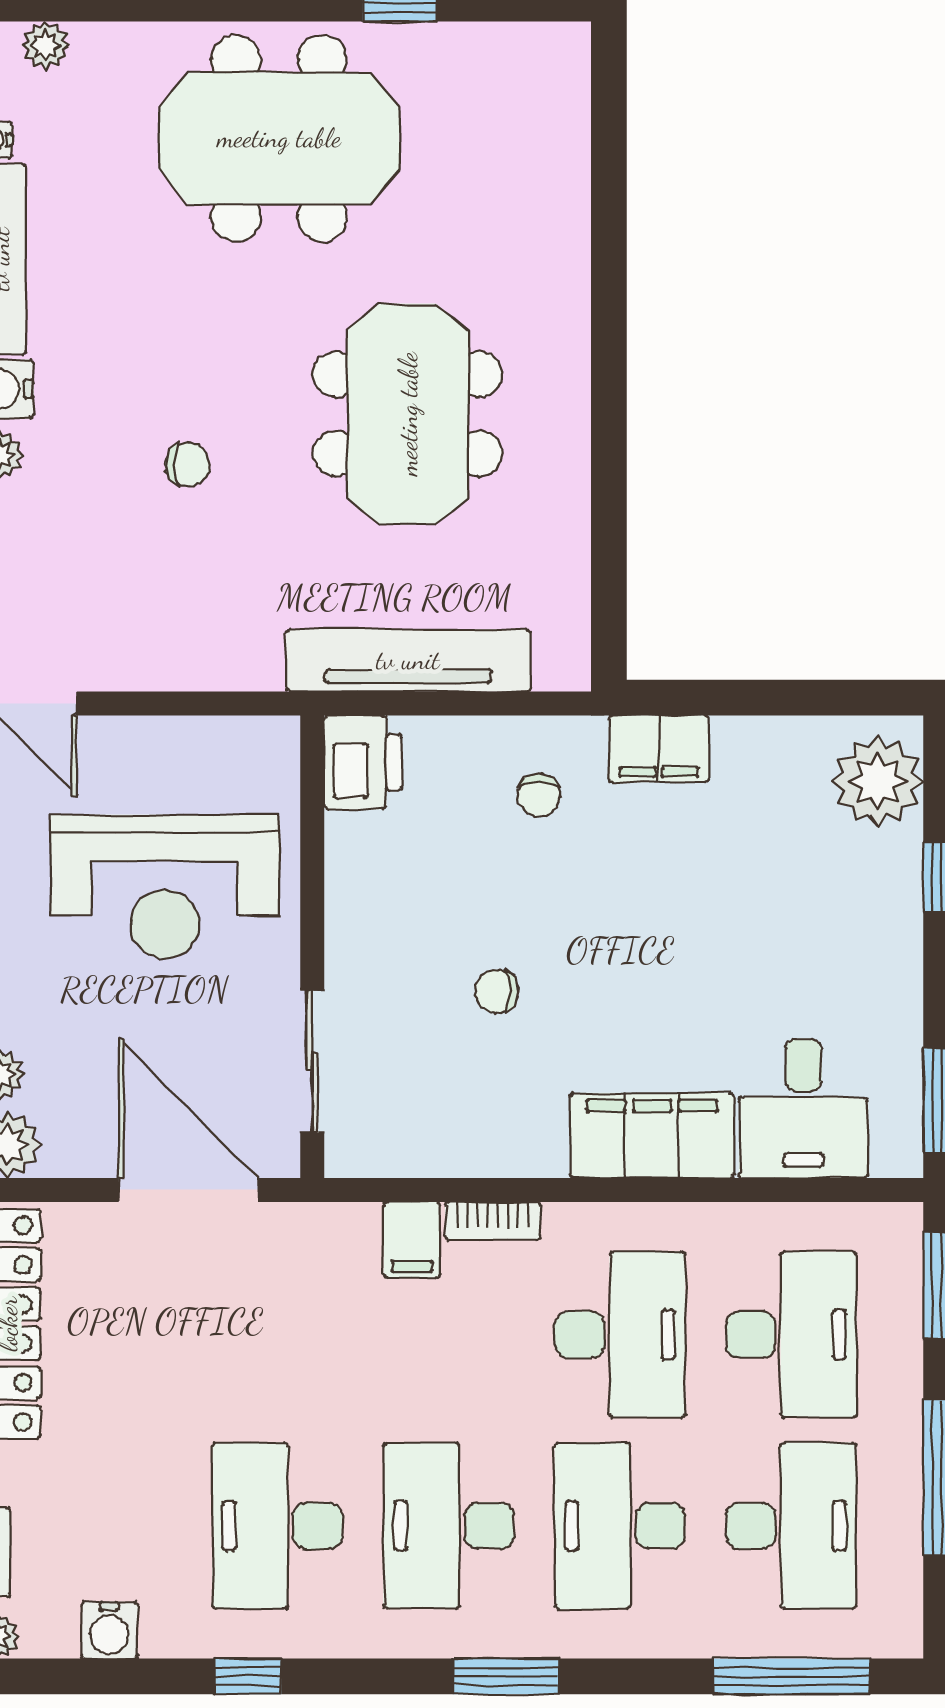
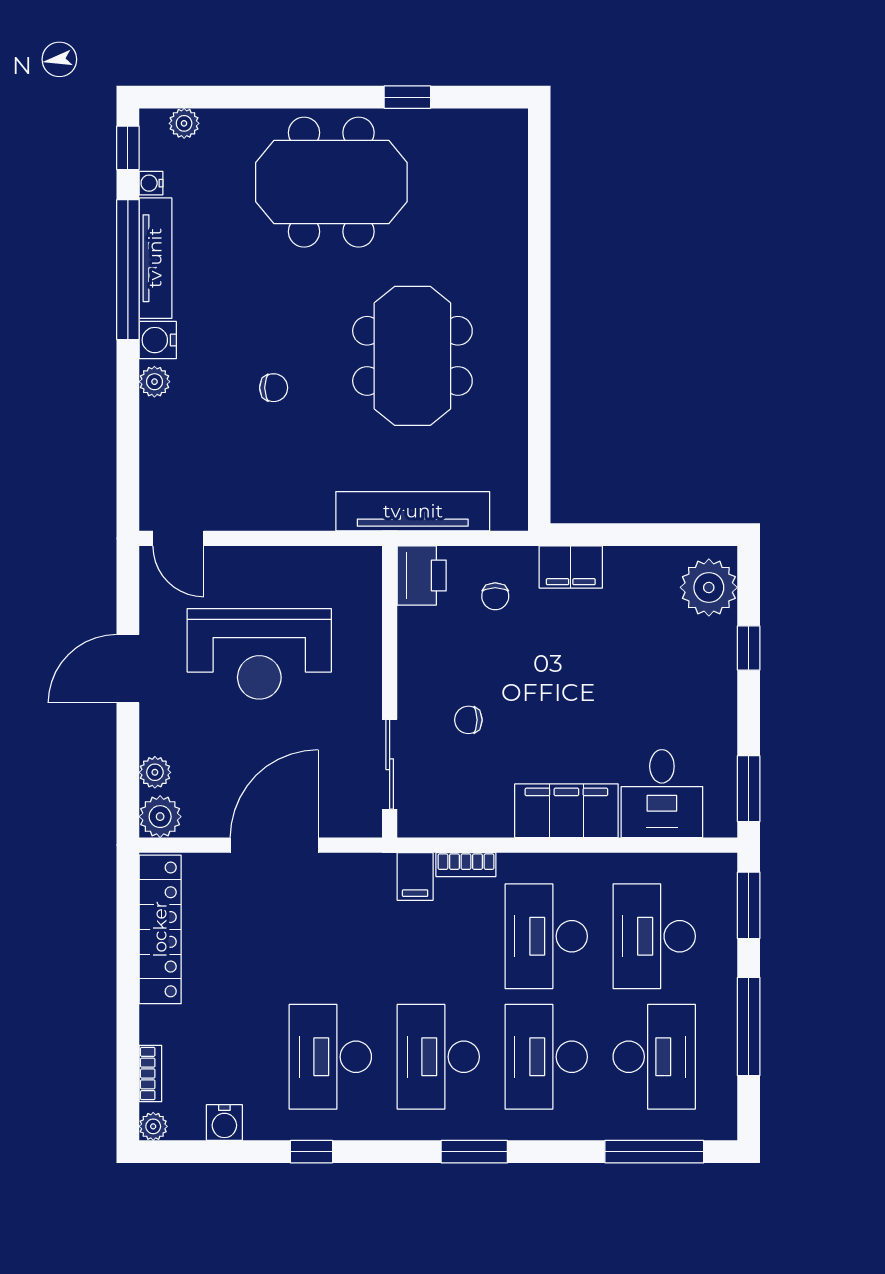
printer: (363, 762) -> (422, 576), moved
wall: (312, 947) -> (390, 692), moved
sliding door: (312, 1062) -> (390, 764), moved
door: (188, 1190) -> (274, 845), hinge flipped
desk: (620, 1335) -> (546, 936), turned 180
desk: (791, 1335) -> (654, 936), turned 180

